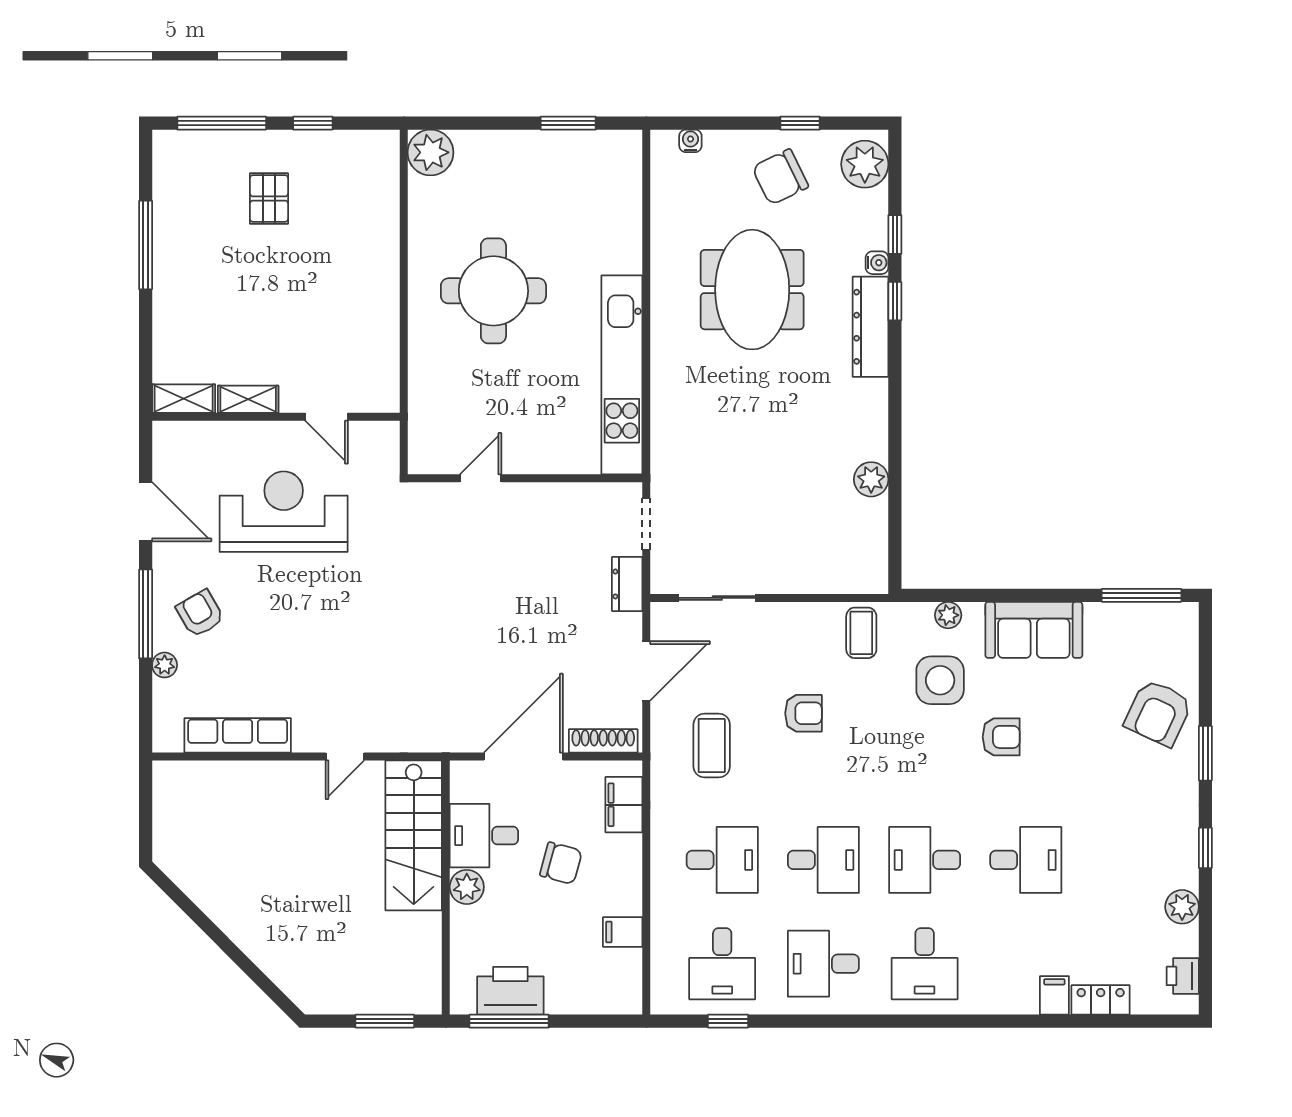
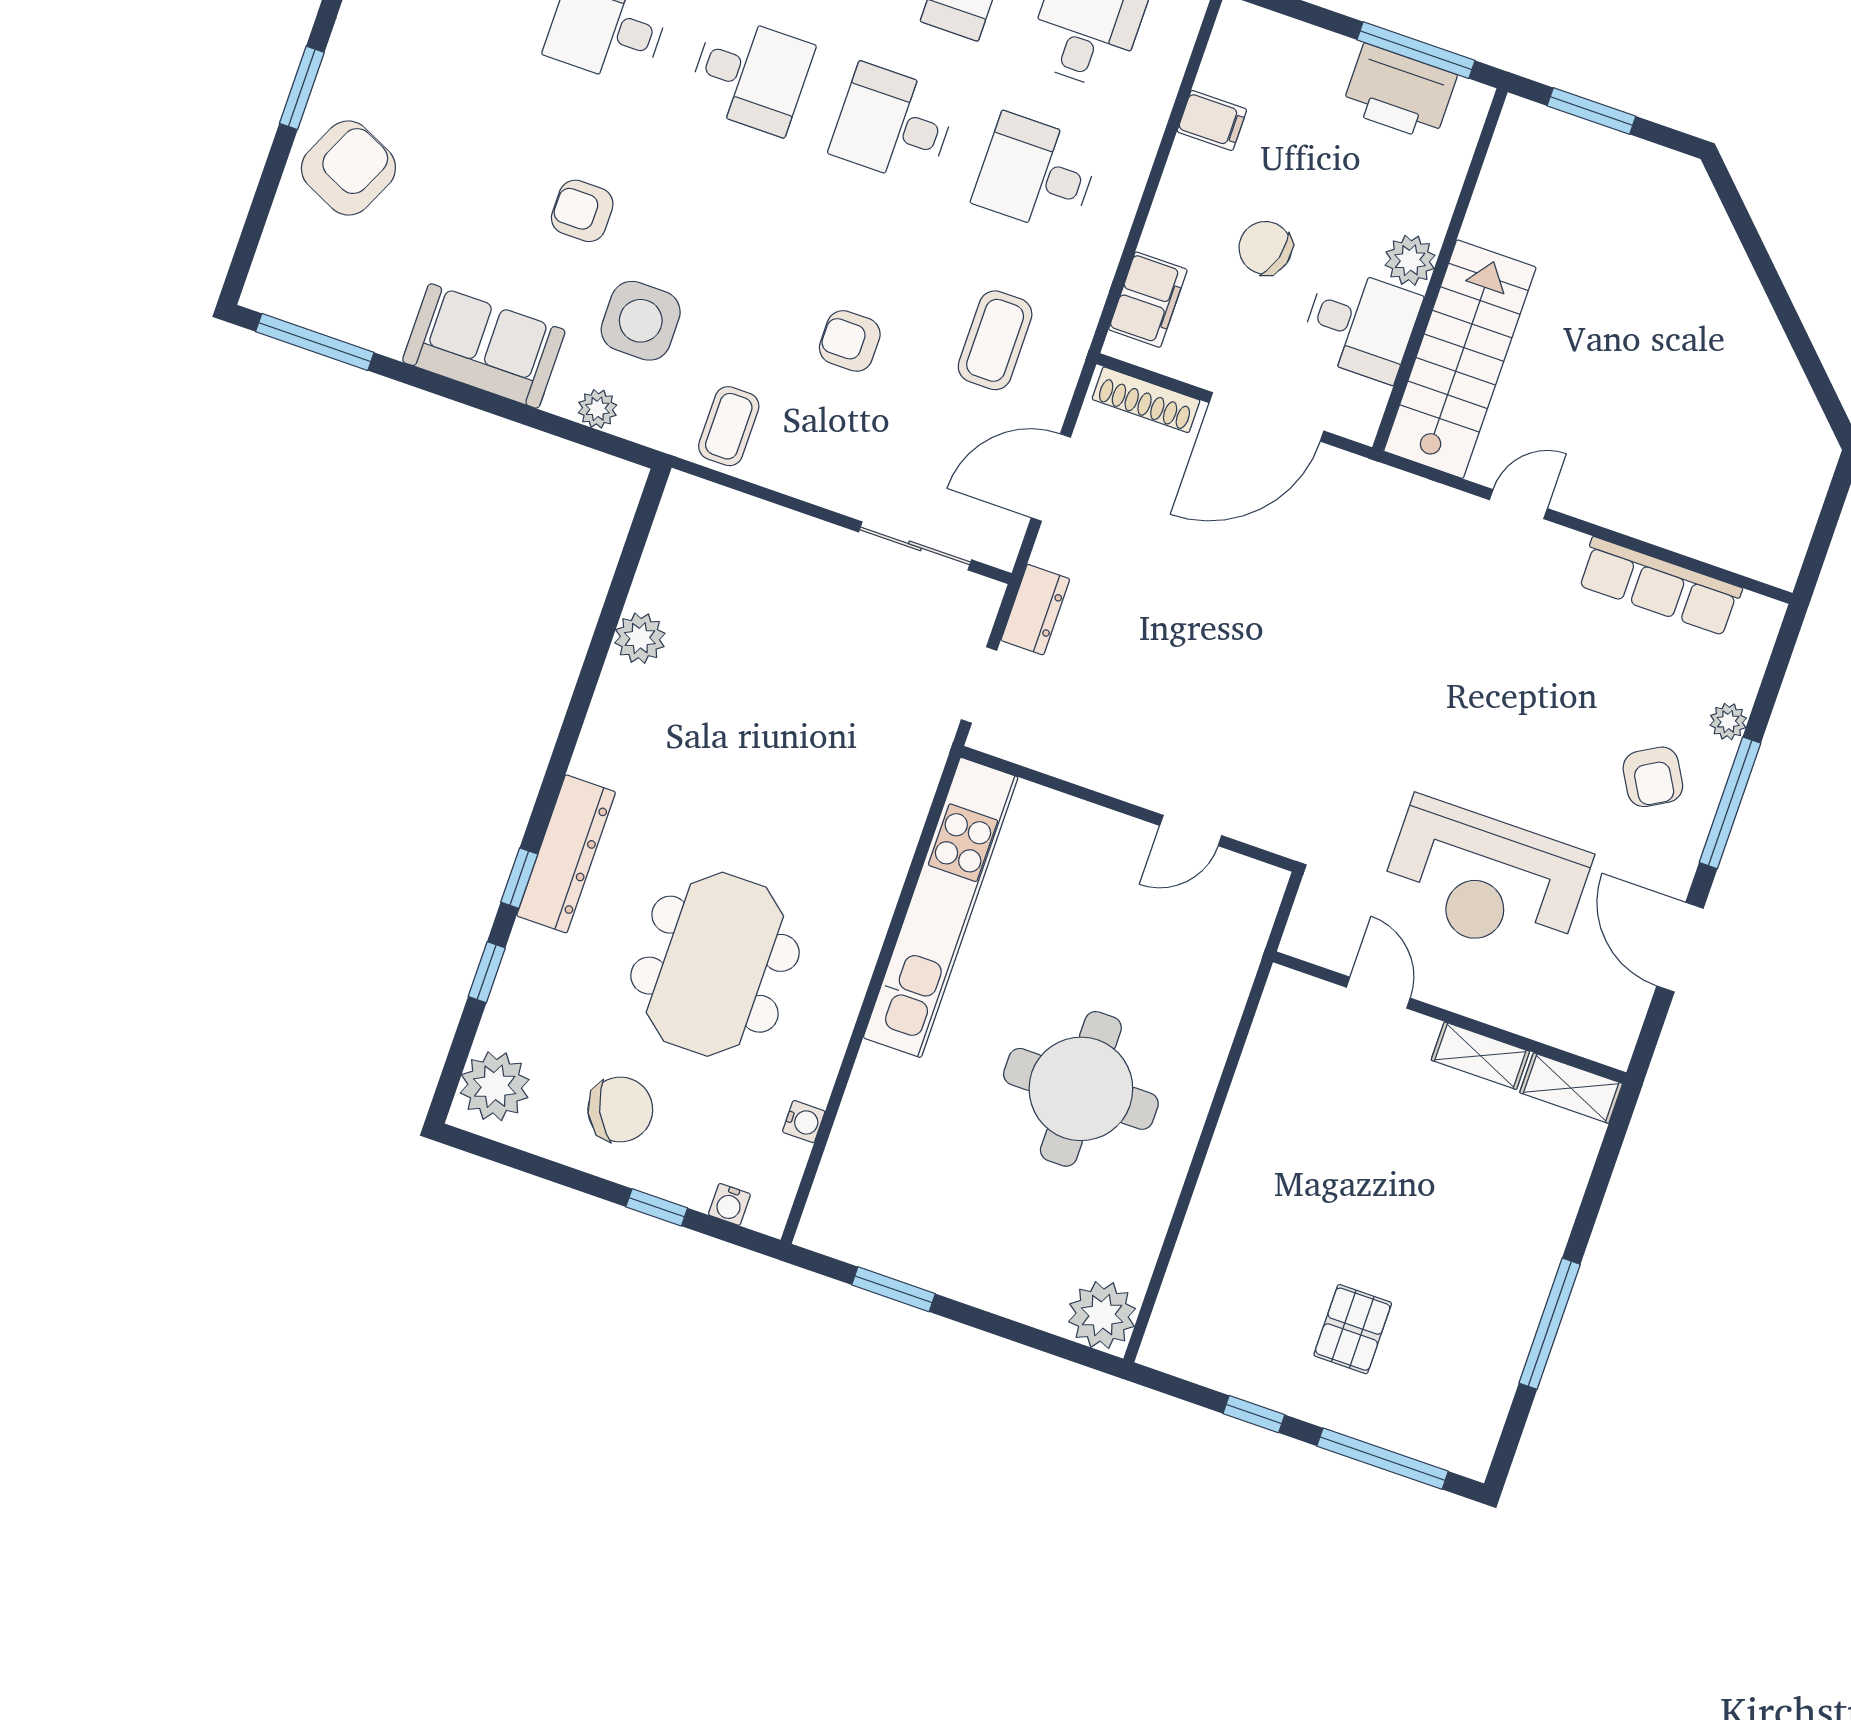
window: (800, 123) -> (657, 1207), moved
water cooler: (877, 263) -> (804, 1122), moved, turned 180

